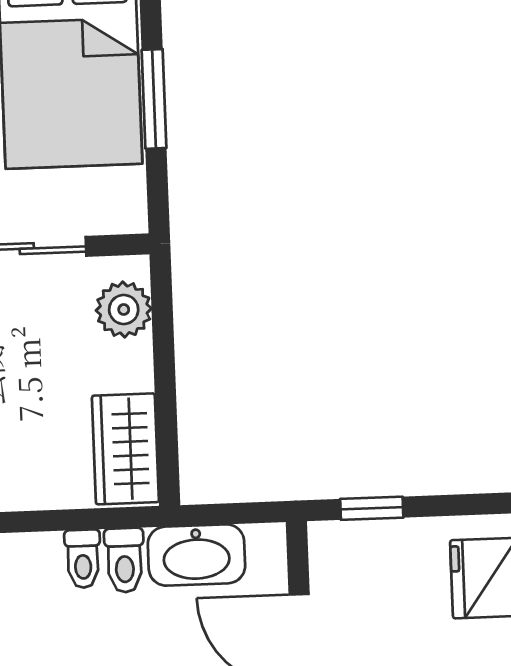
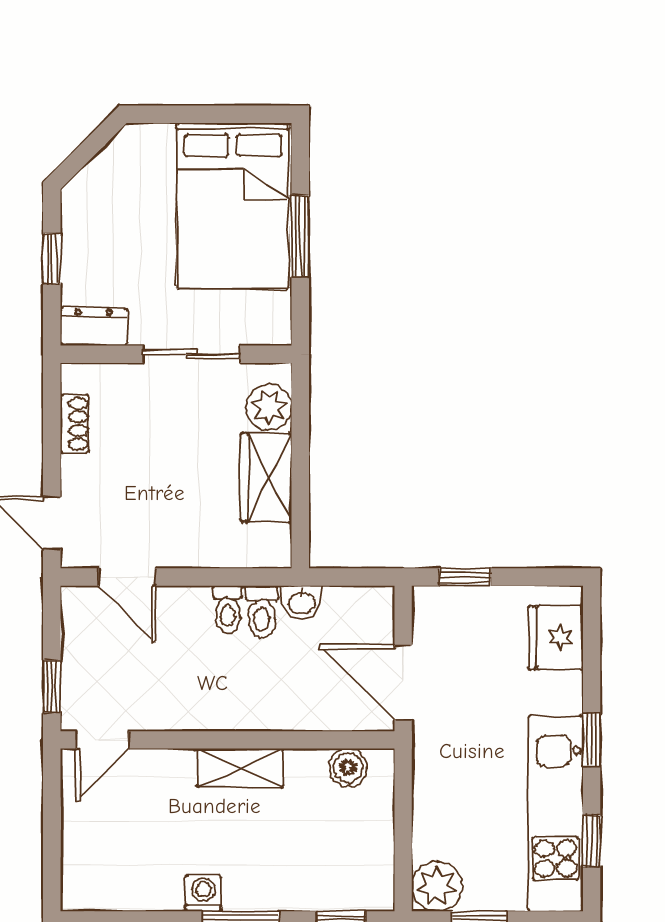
wardrobe: (125, 449) -> (266, 478), moved
washbasin: (196, 555) -> (302, 602), width x0.52, depth x0.69

